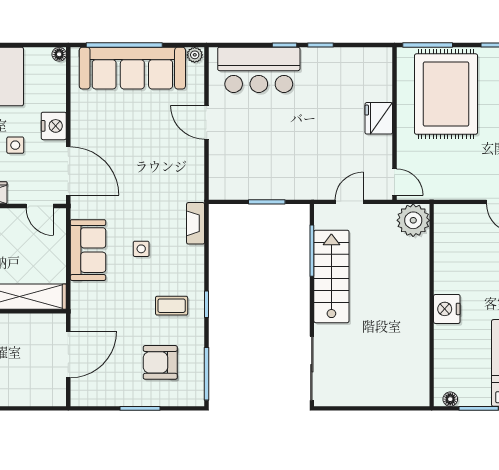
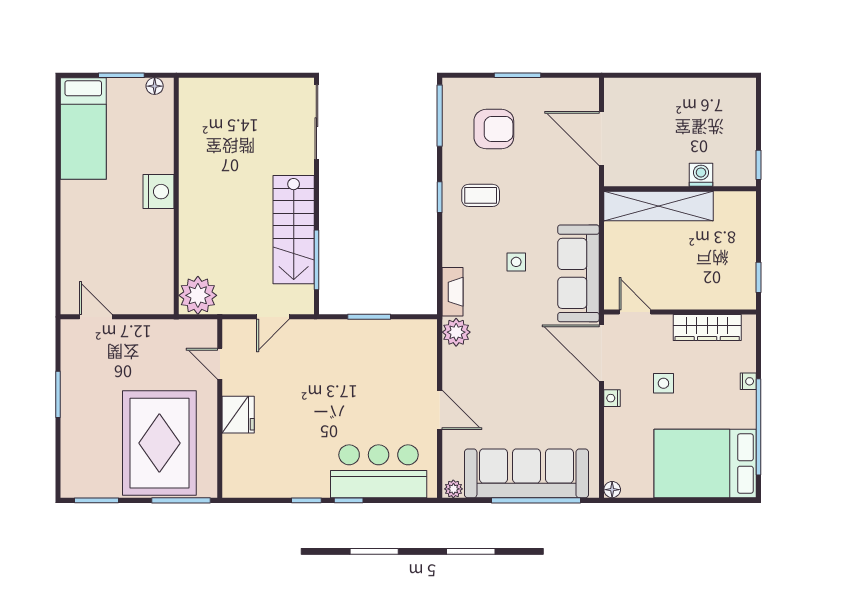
nightstand: (54, 126) -> (612, 398), width x0.53, depth x0.56
door: (394, 182) -> (220, 364), moved
plant: (192, 189) -> (456, 332), added
sofa: (88, 250) -> (578, 273), width x1.36
door: (68, 354) -> (602, 138), hinge flipped

